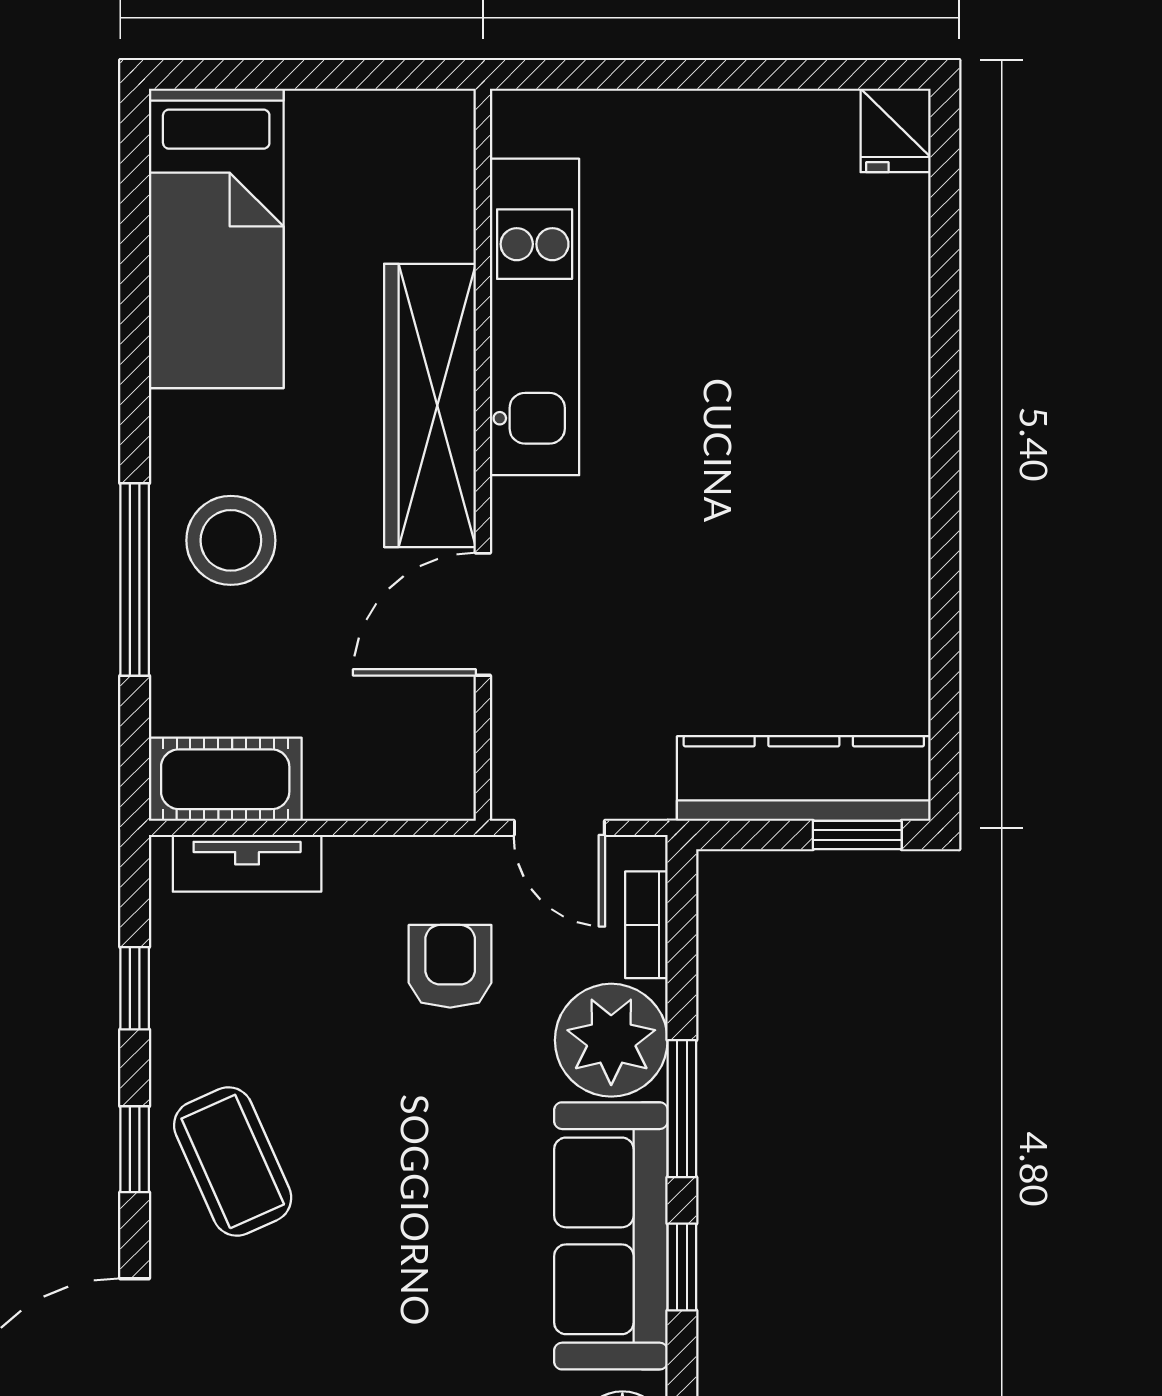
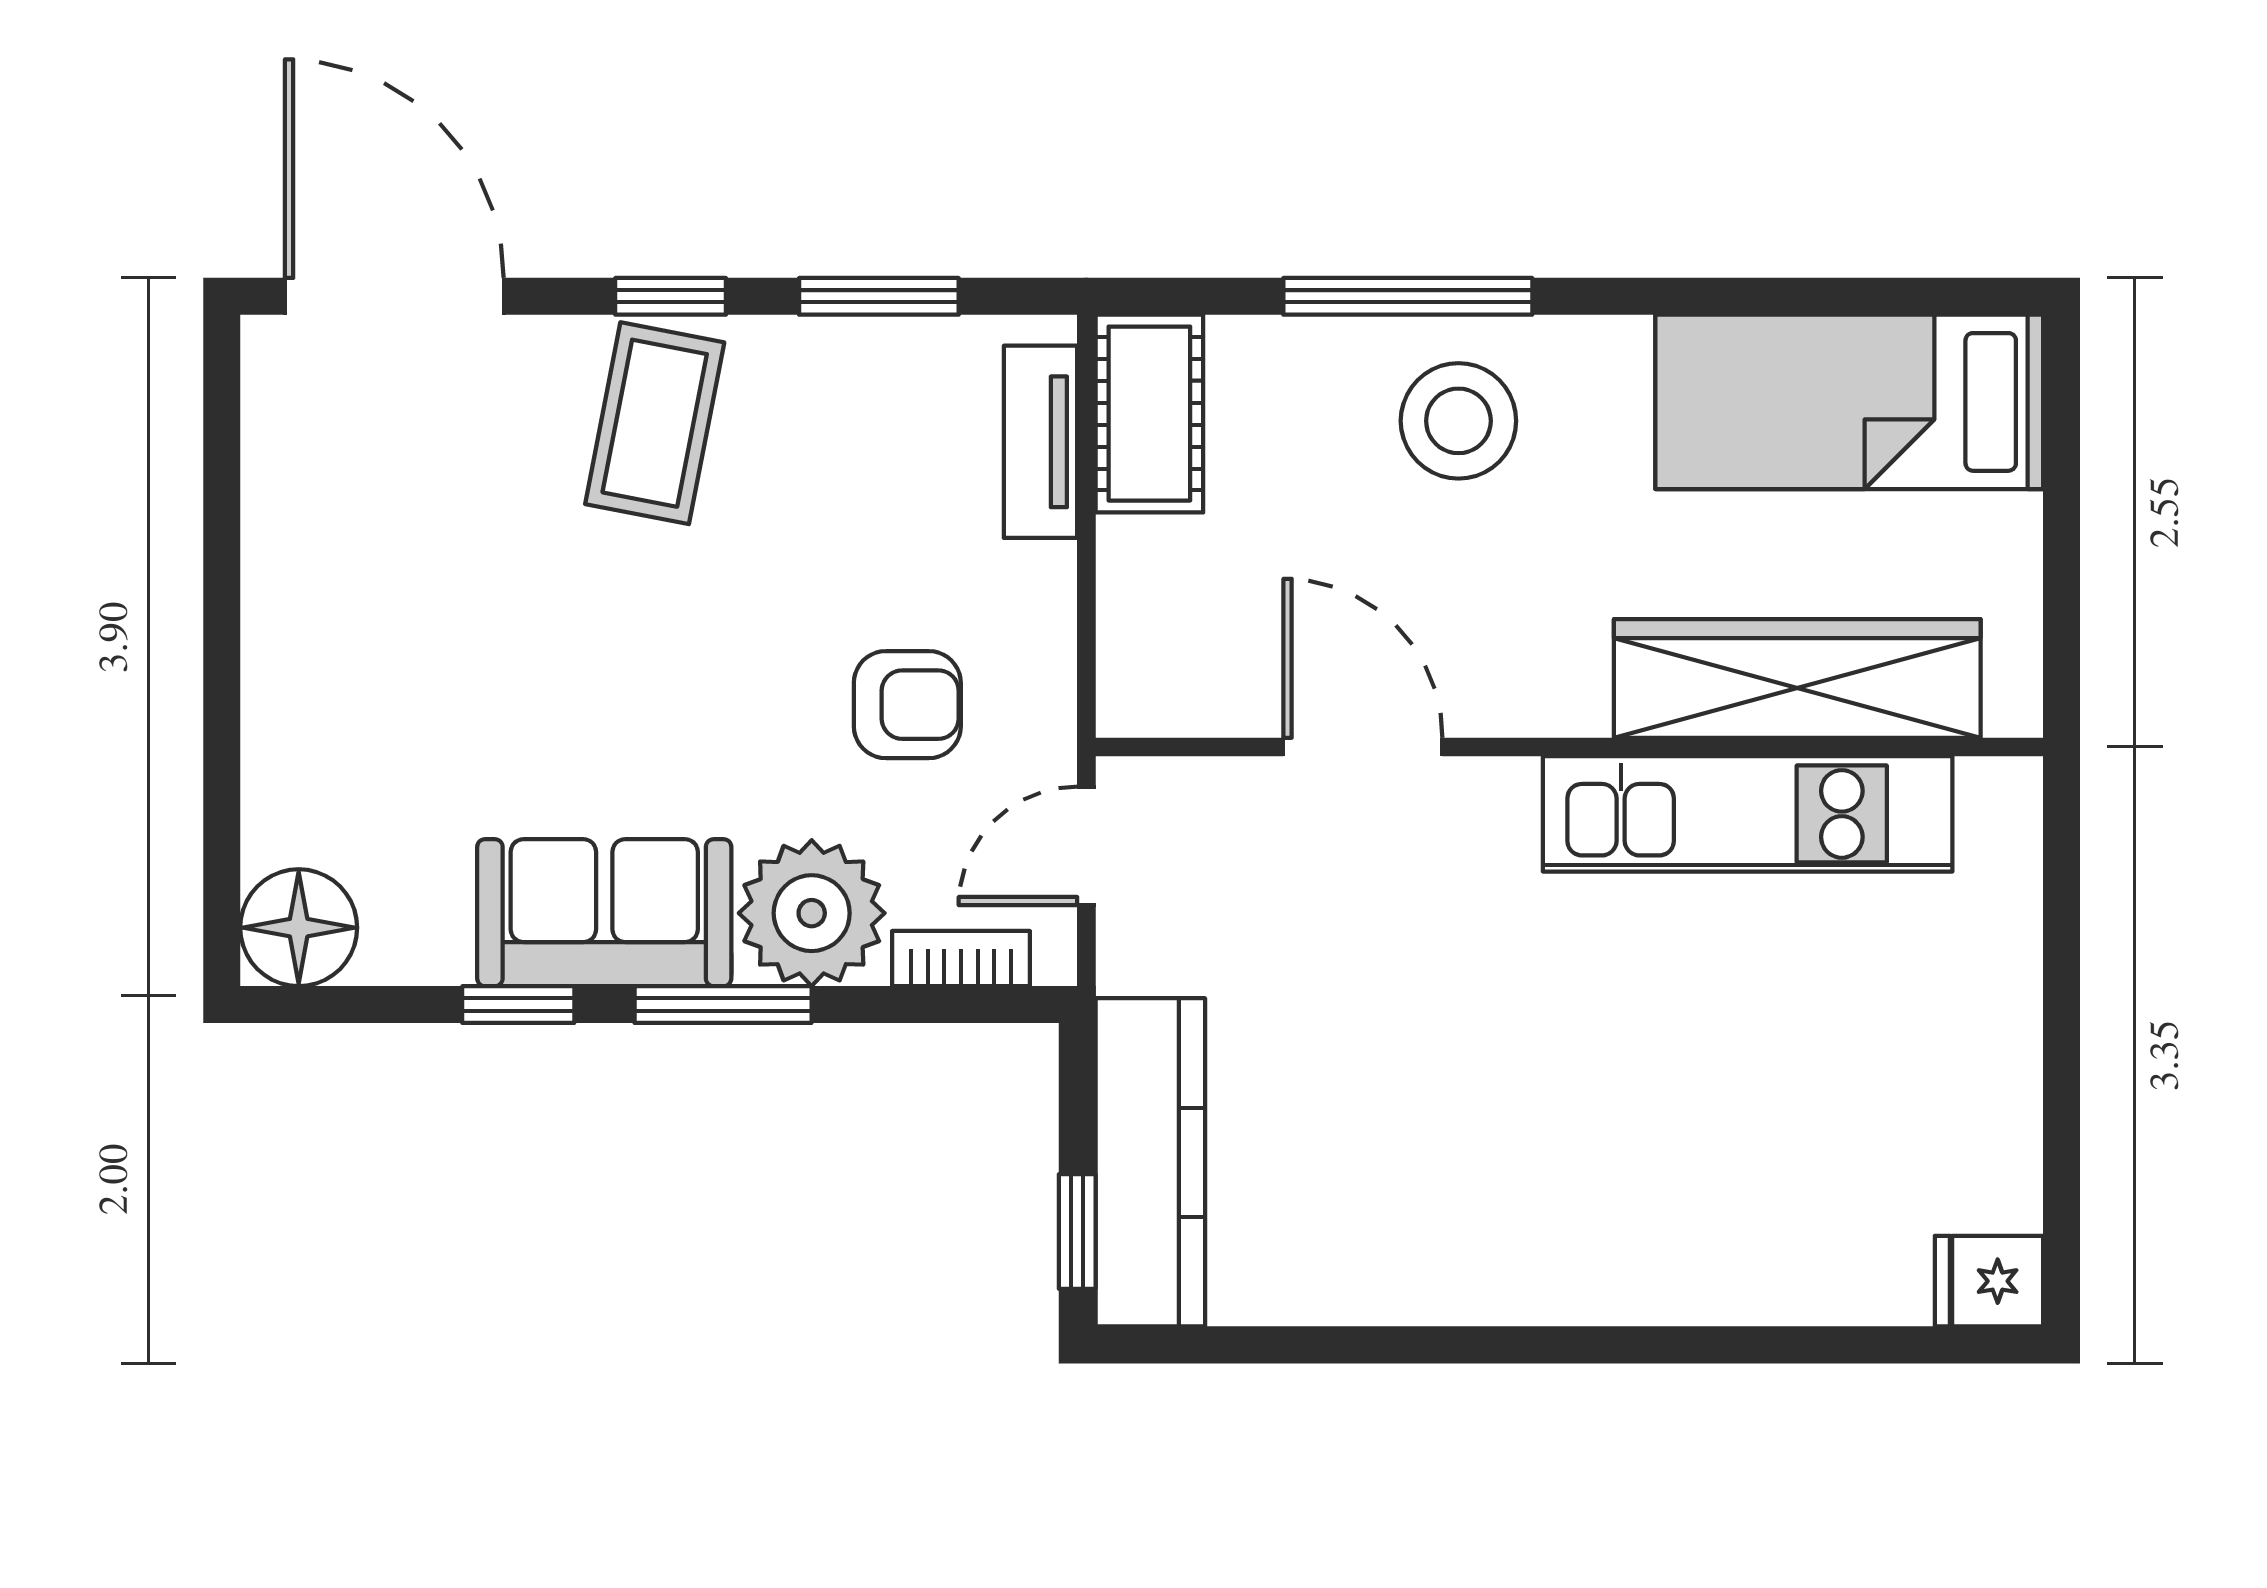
wardrobe: (430, 405) -> (1797, 678), moved
window: (135, 988) -> (879, 296), width x1.50
coffee table: (233, 1162) -> (655, 423), turned -55
sofa: (611, 1236) -> (604, 913), width x0.73

